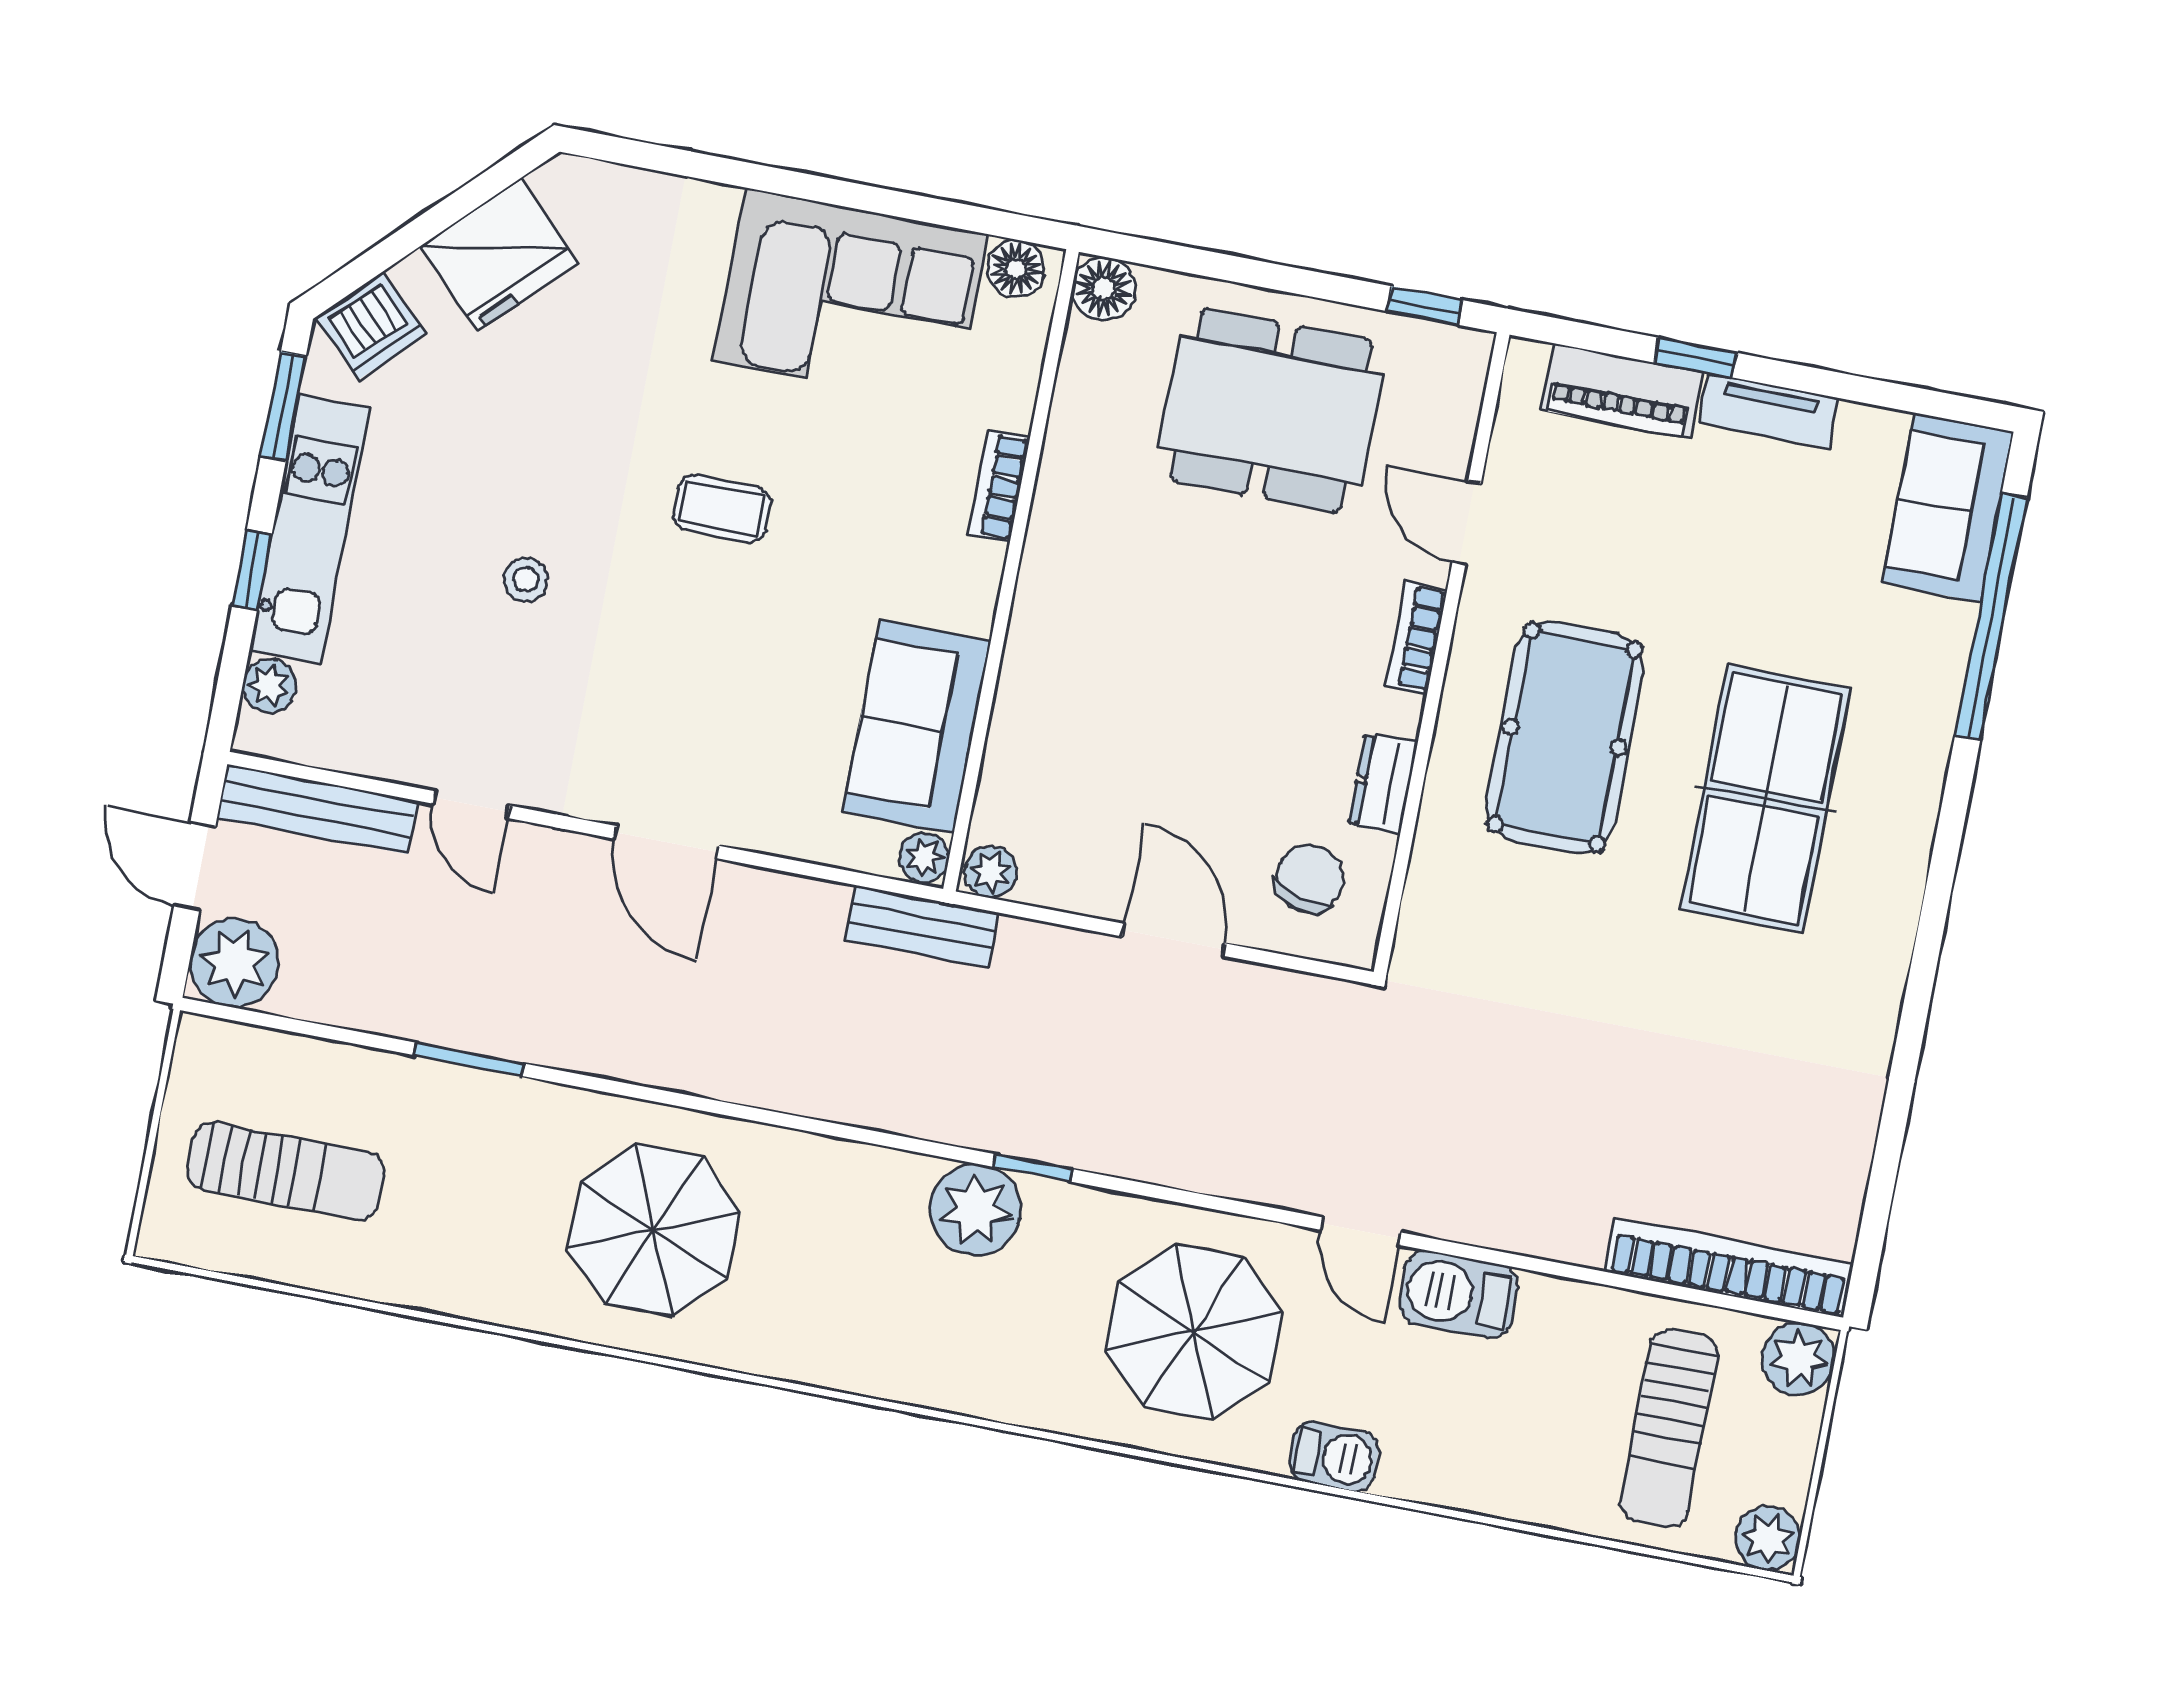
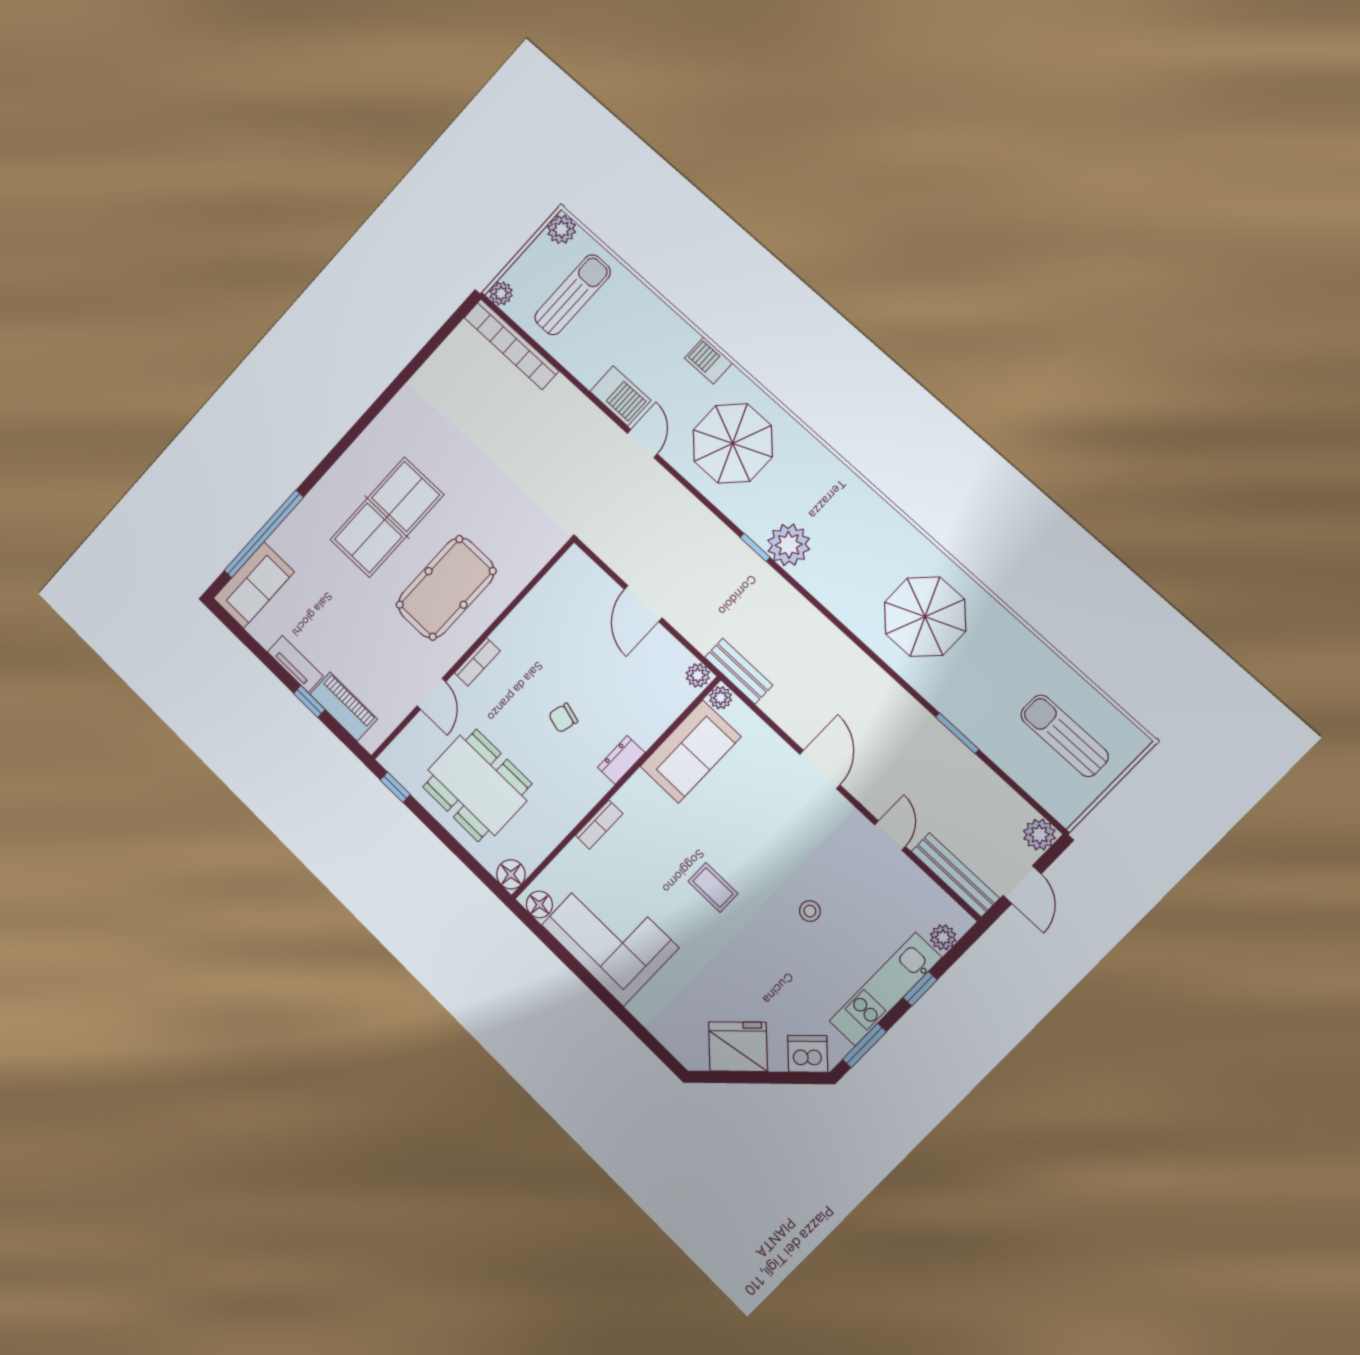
dresser: (1383, 783) -> (621, 760), moved, turned 180
chair: (1310, 879) -> (563, 718), moved, width x0.73, depth x0.73
plant: (234, 963) -> (1039, 835), width x0.73, depth x0.73
plant: (1798, 1359) -> (501, 293), width x0.73, depth x0.73

